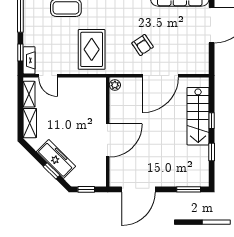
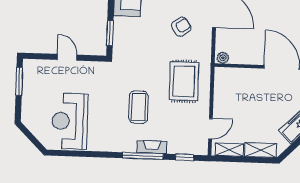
rug: (92, 49) -> (184, 81), turned 90
fireplace: (29, 60) -> (152, 147), moved

